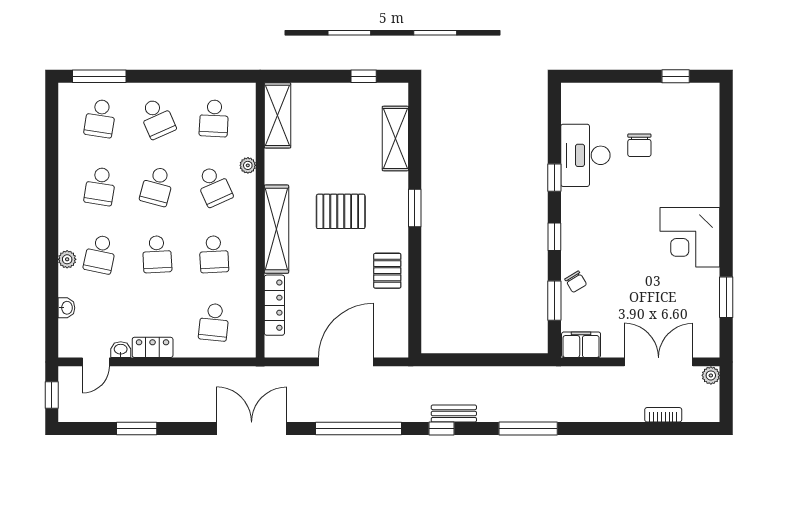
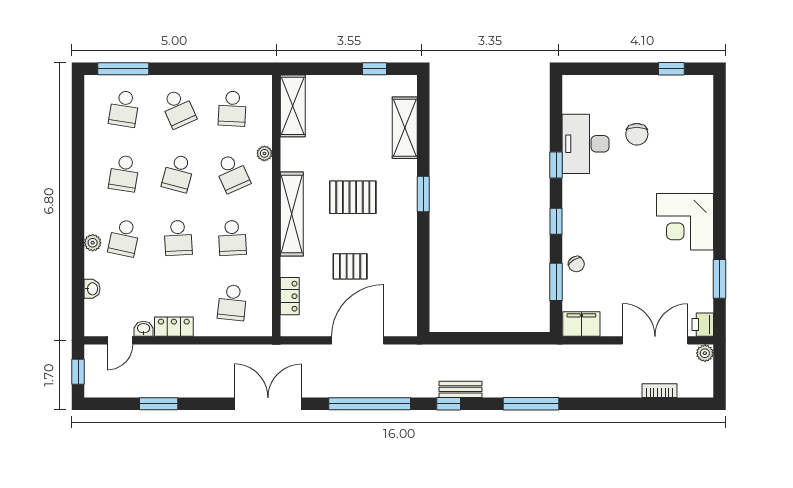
pallet: (387, 271) -> (350, 266), moved, turned 90
locker: (274, 305) -> (290, 296), width x0.66
printer: (709, 345) -> (703, 325), added

